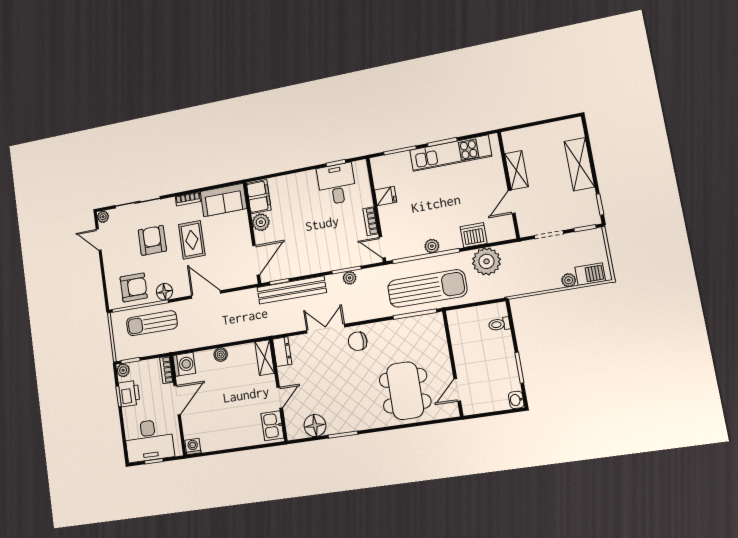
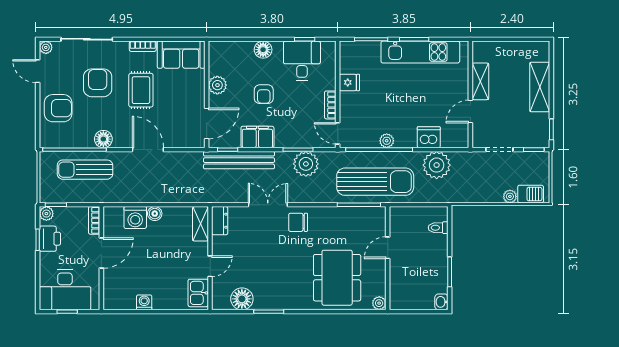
floor lamp: (298, 181) -> (263, 50), added
filing cabinet: (259, 197) -> (257, 137), moved, turned -90
armchair: (305, 223) -> (264, 94), added
plant: (350, 278) -> (306, 164), width x1.88, depth x1.88
armchair: (134, 287) -> (58, 108), moved
washing machine: (184, 364) -> (135, 218), moved, turned 90
door: (457, 390) -> (388, 248), moved
plant: (452, 410) -> (379, 303), added
washing machine: (193, 446) -> (144, 302), moved

